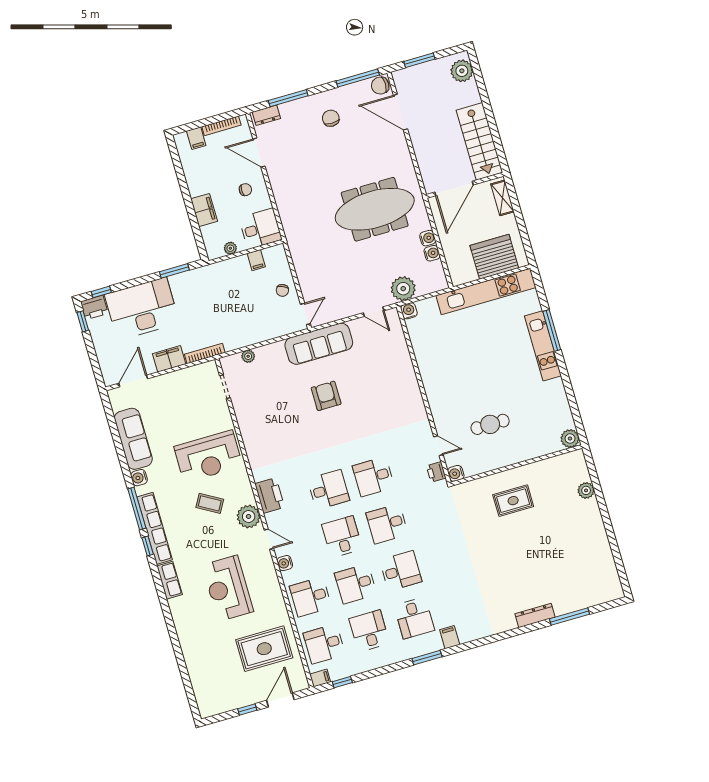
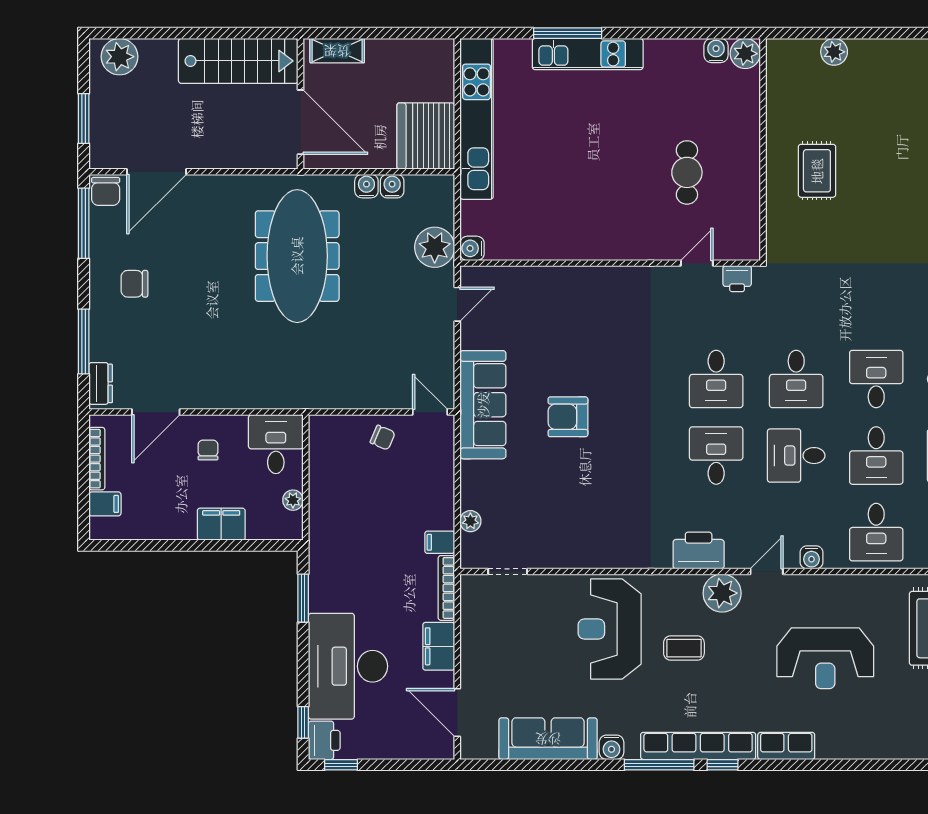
server rack: (494, 257) -> (426, 136), moved
filing cabinet: (256, 260) -> (440, 542), moved, turned 180
reception desk: (208, 456) -> (610, 629), turned 180
water cooler: (456, 473) -> (716, 50), moved, turned 180
coffee table: (210, 503) -> (684, 648), turned 60

